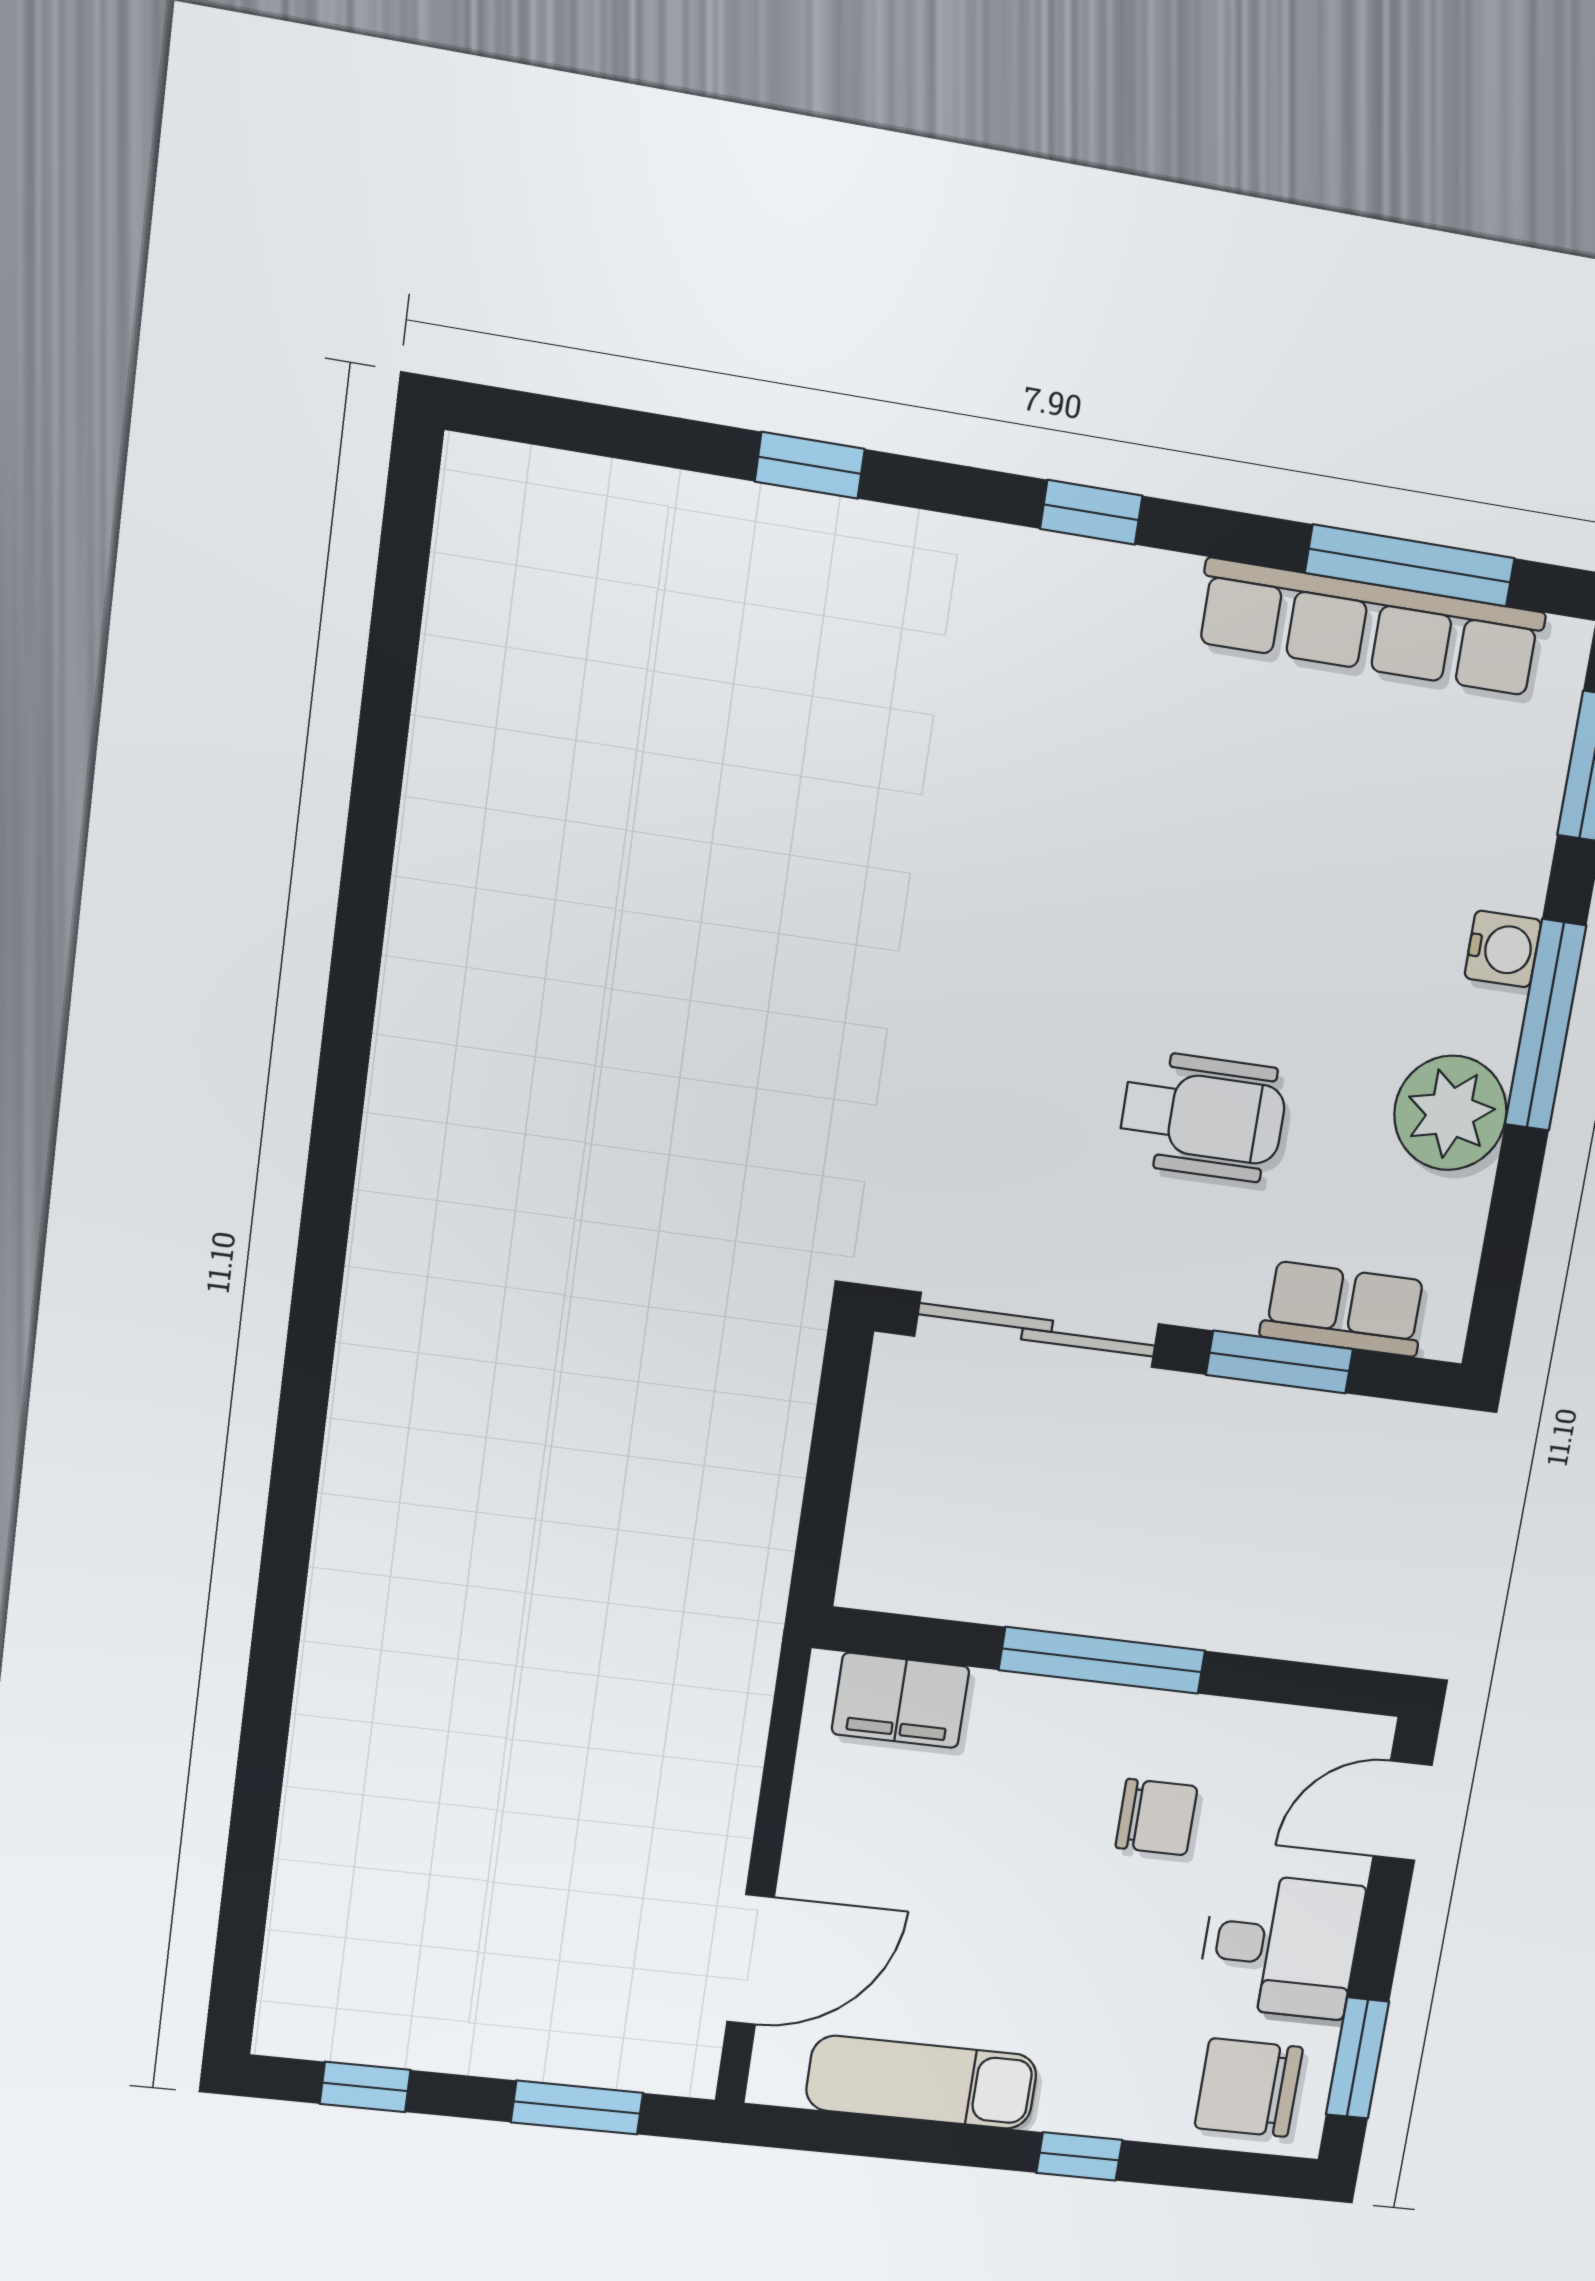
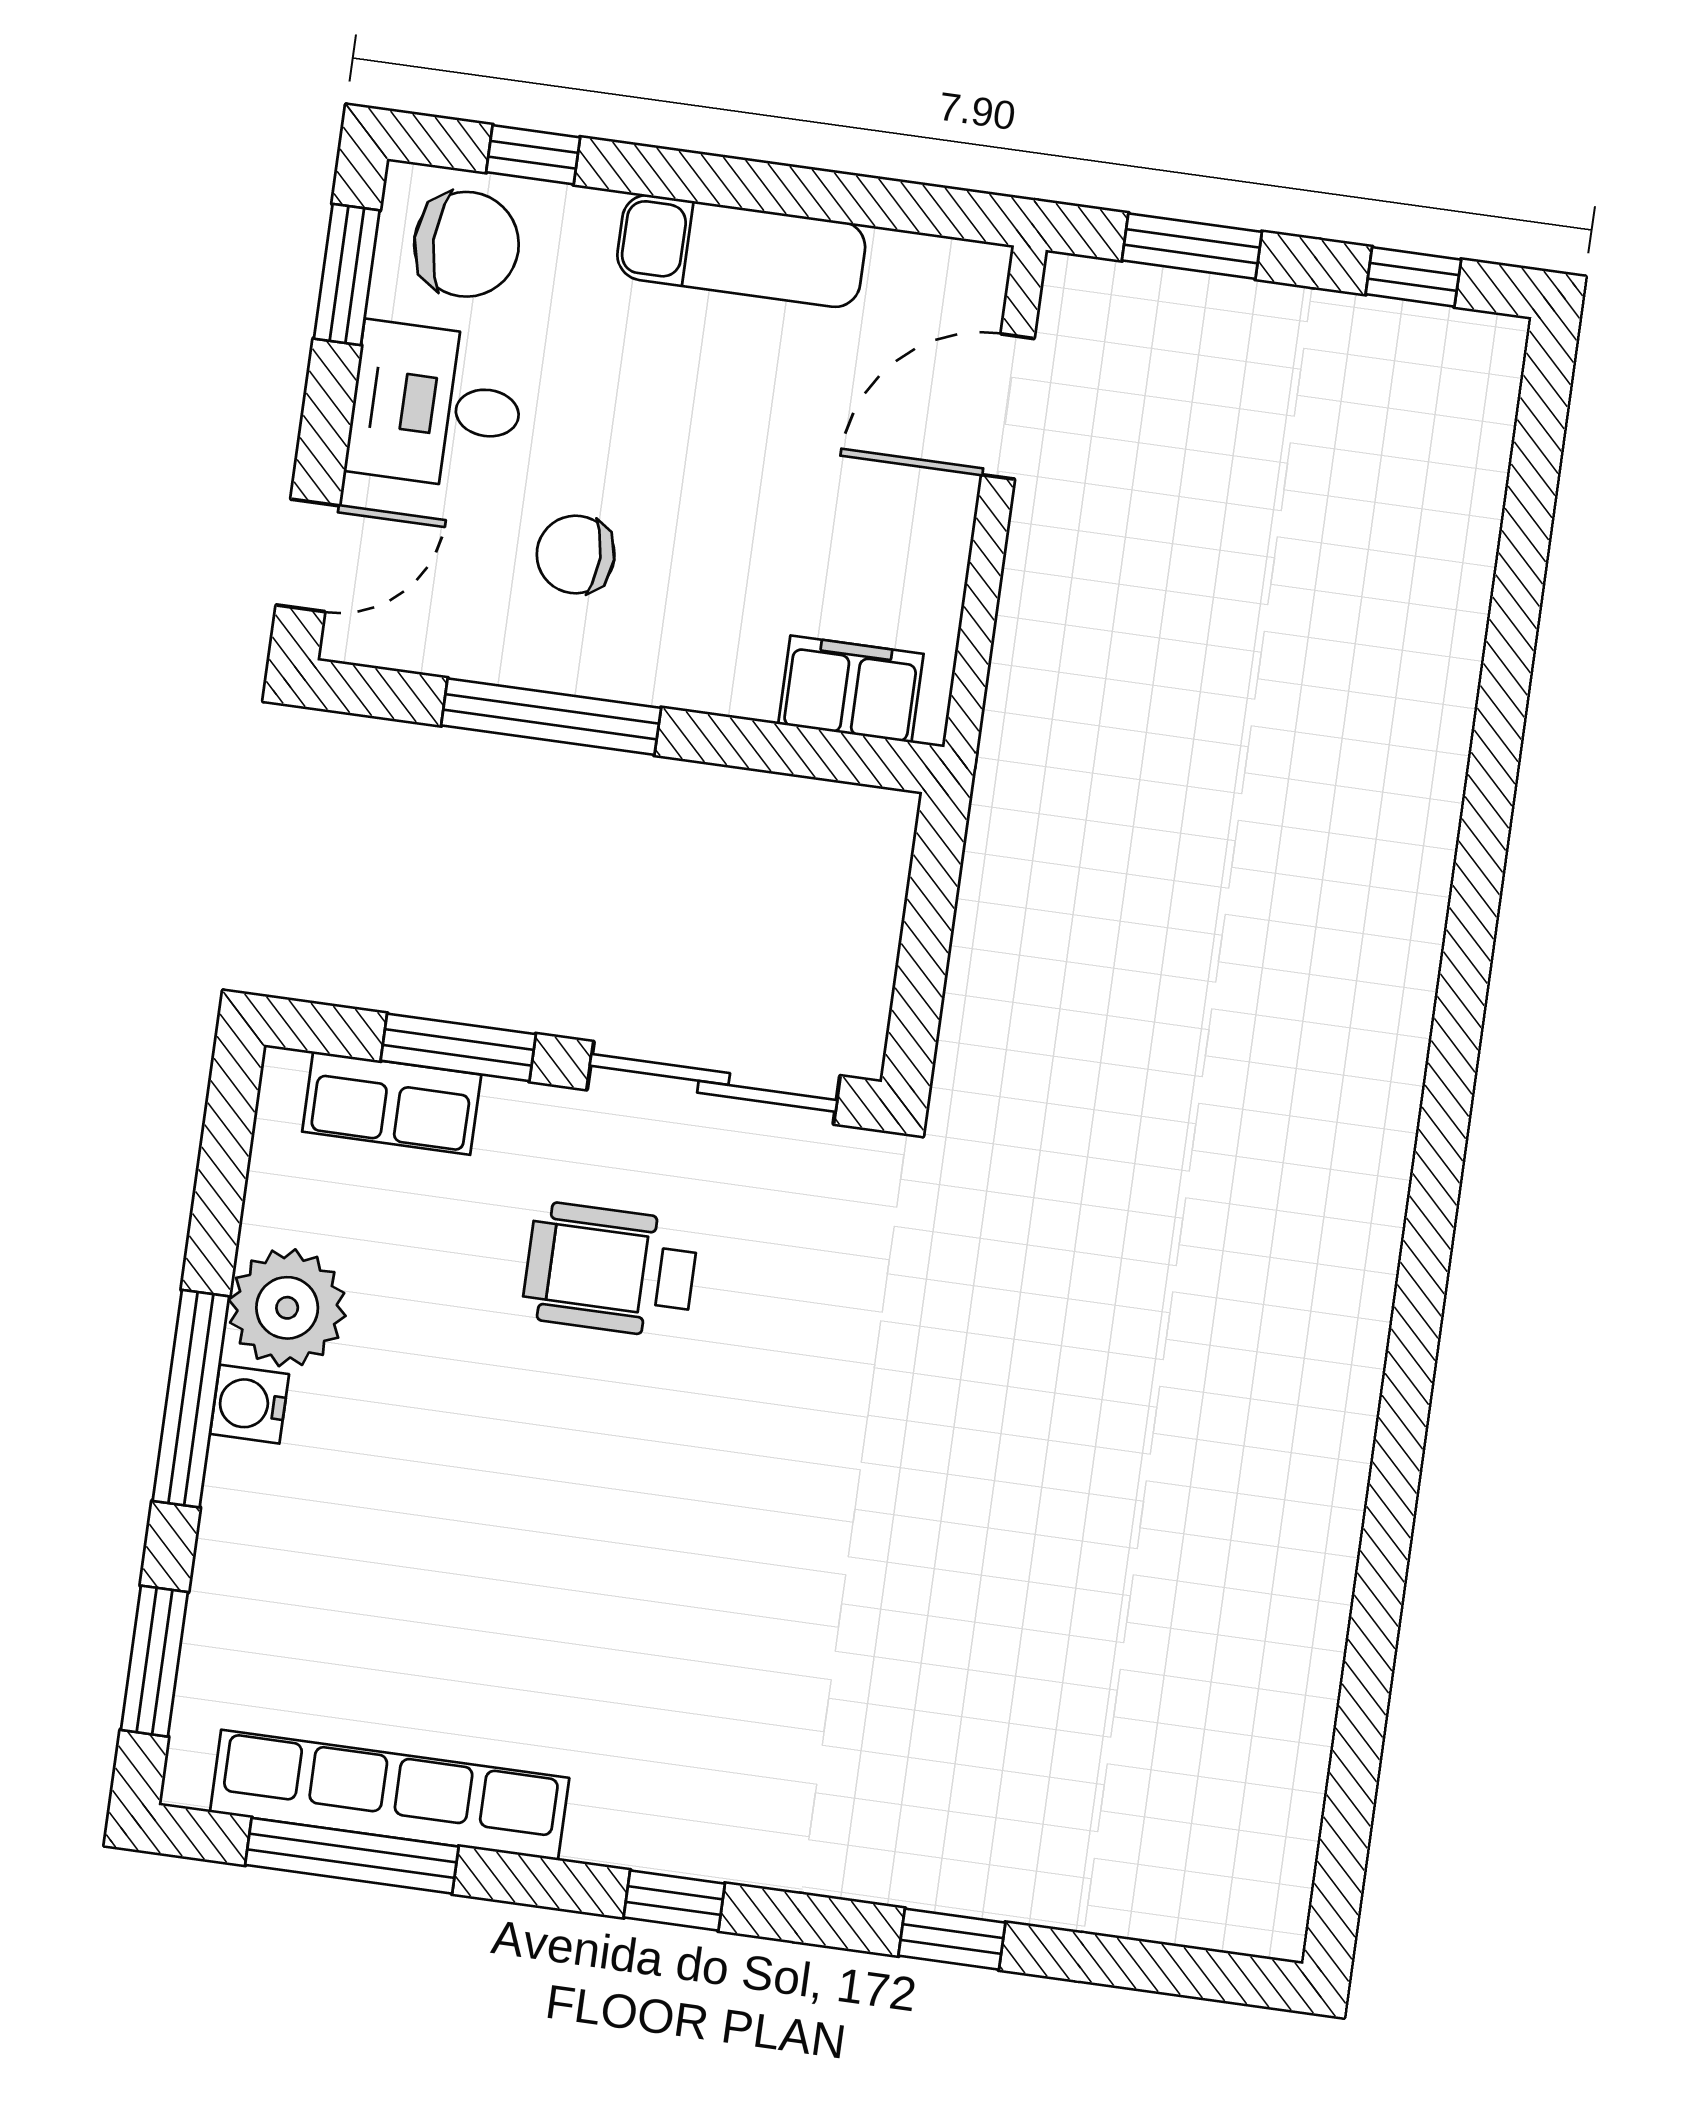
water cooler: (1503, 949) -> (249, 1404), moved
wheelchair: (1203, 1116) -> (610, 1270), moved
window: (1102, 1660) -> (551, 717), moved
exam couch: (922, 2082) -> (741, 251), moved
window: (1079, 2156) -> (533, 155), moved

